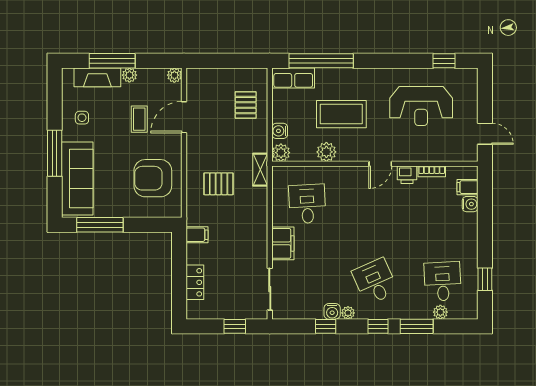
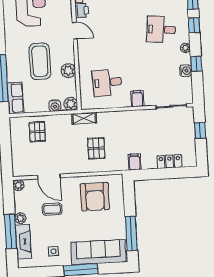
pallet: (246, 105) -> (37, 132), turned 90
filing cabinet: (283, 243) -> (137, 99), width x0.50
desk: (375, 281) -> (161, 30), turned 30
water cooler: (332, 311) -> (186, 71), moved

